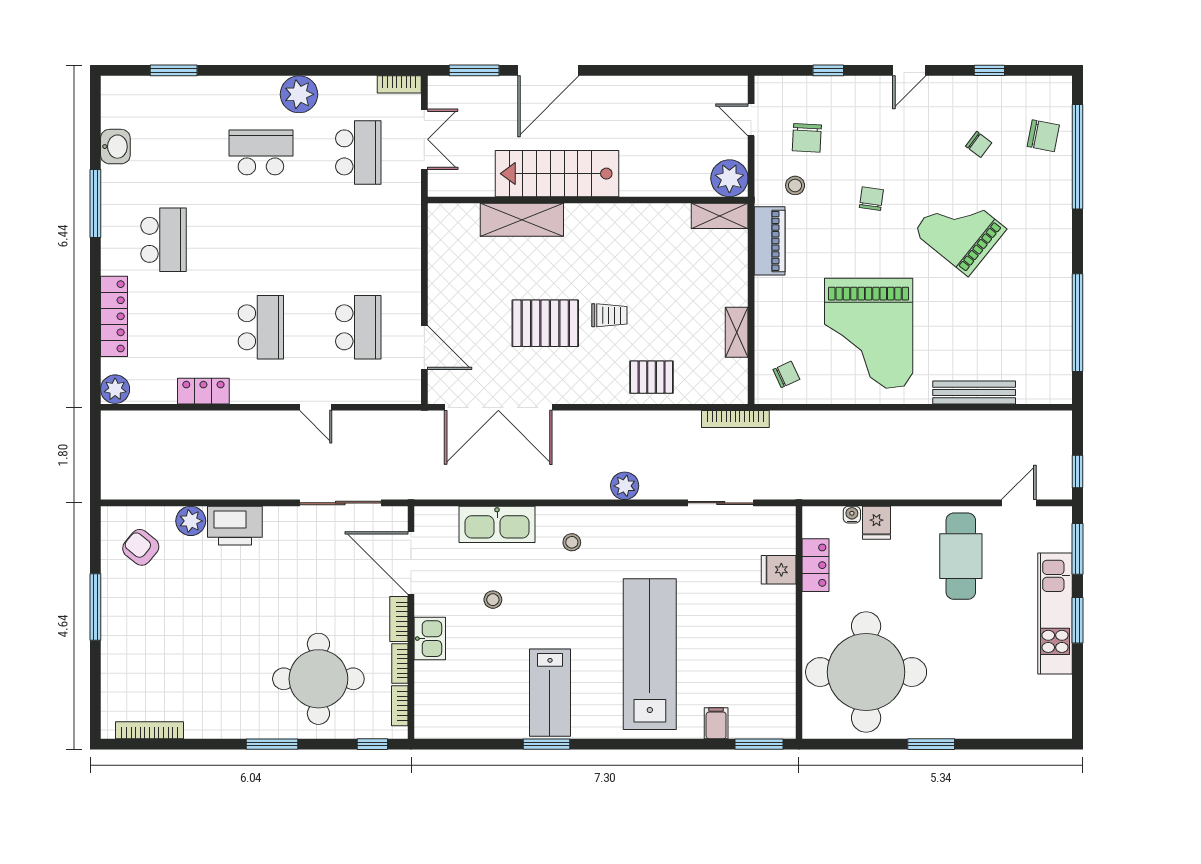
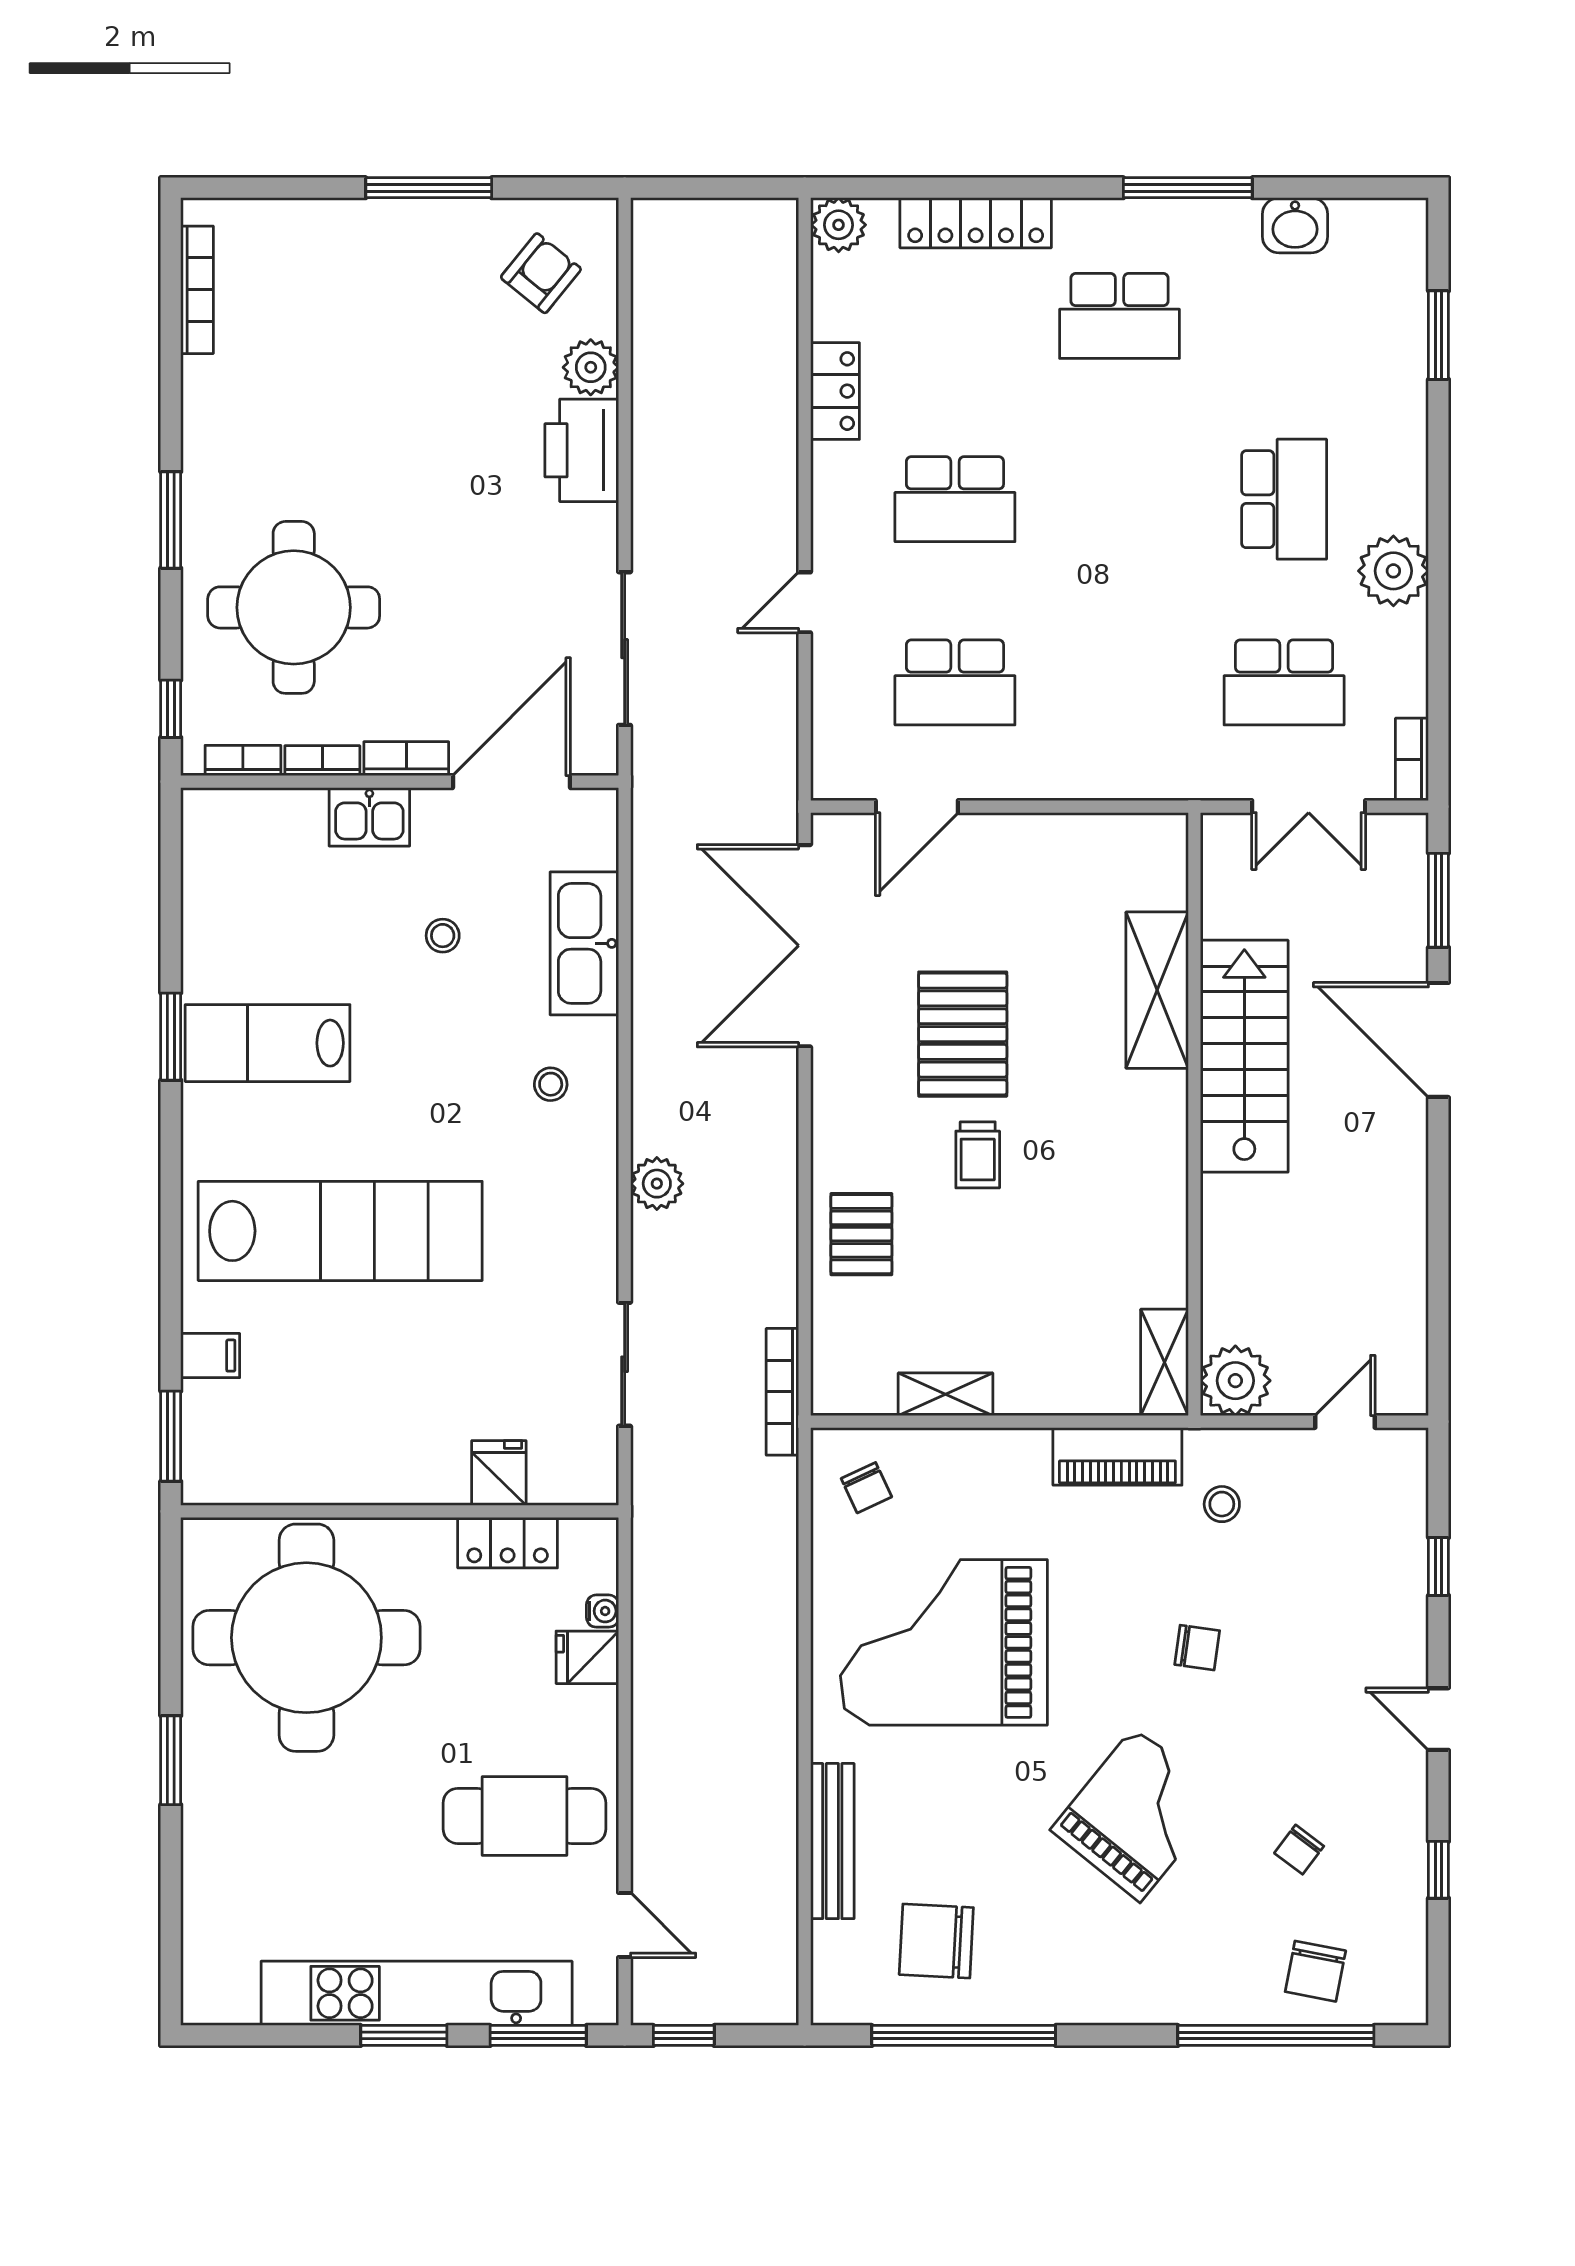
chair: (807, 138) -> (936, 1941), moved, width x1.37, depth x1.37
kitchen unit: (1055, 613) -> (417, 1993), width x1.36

